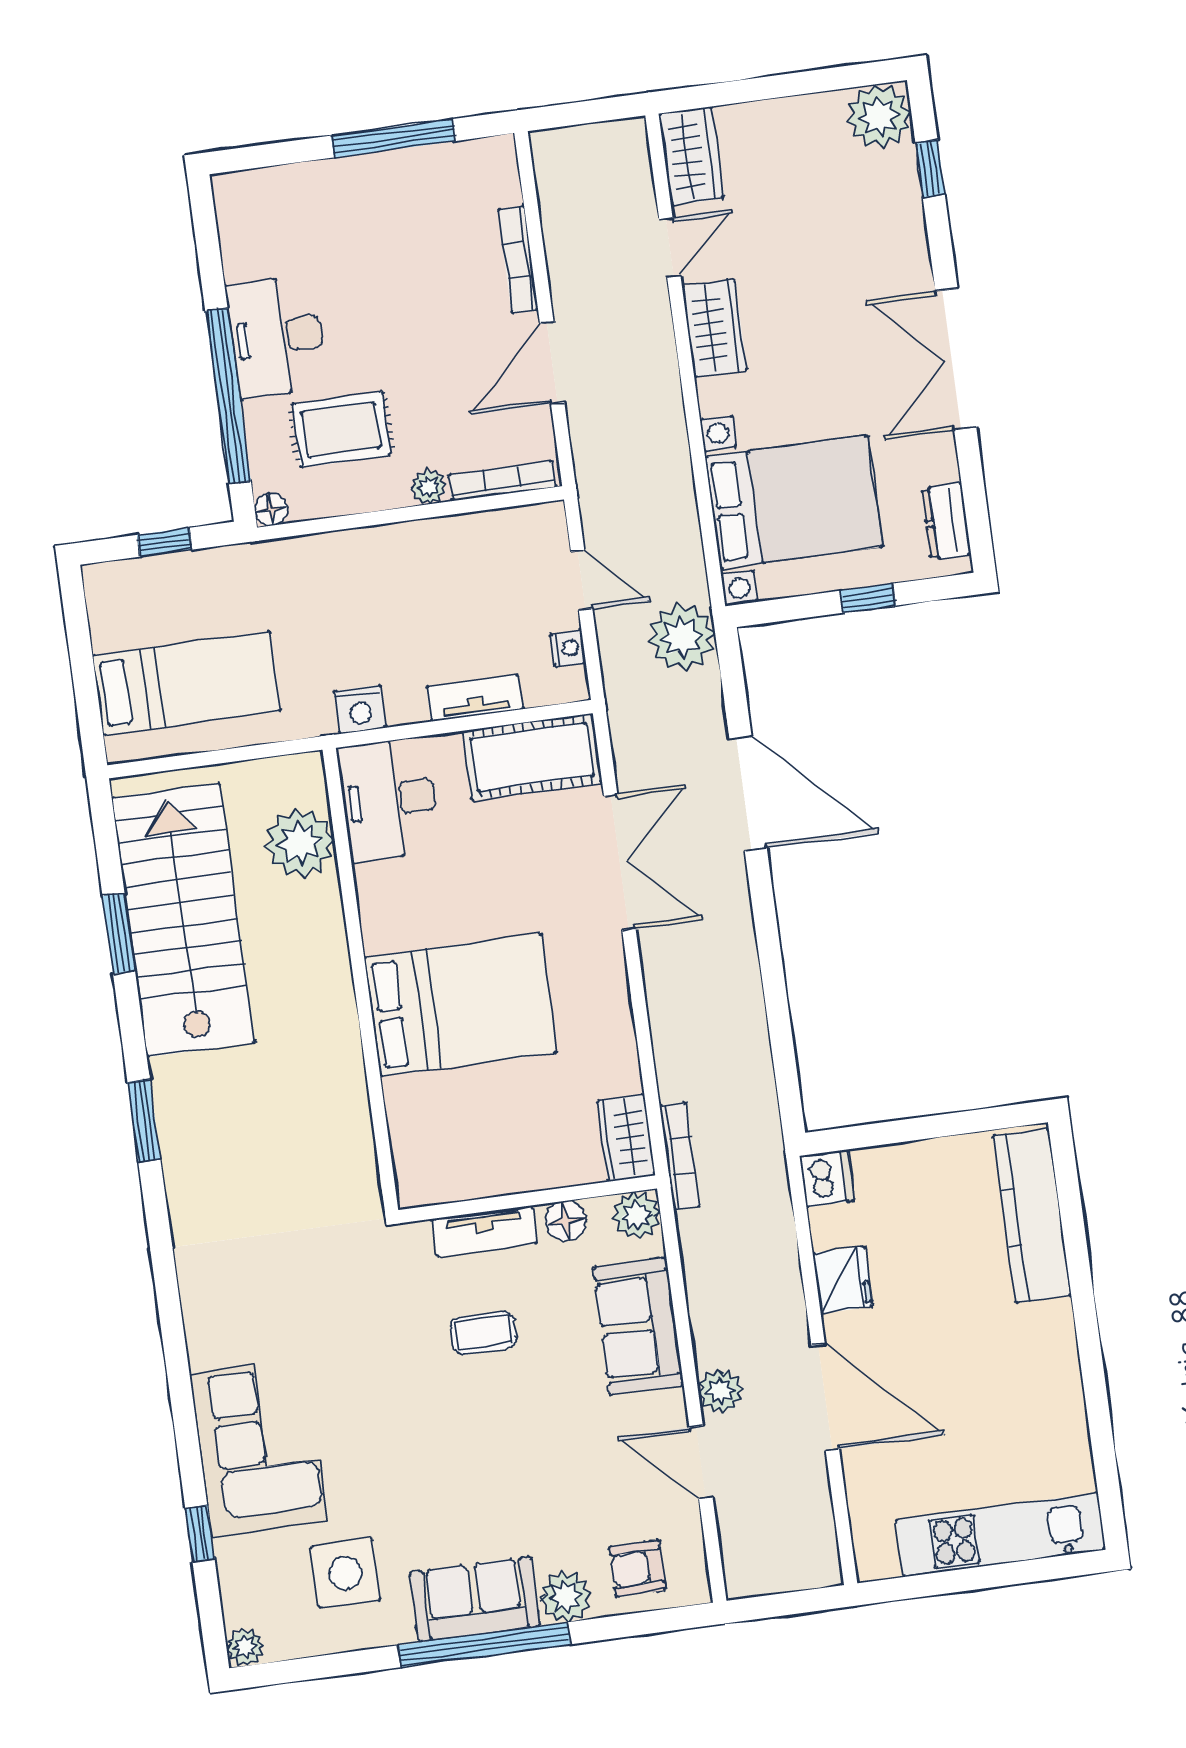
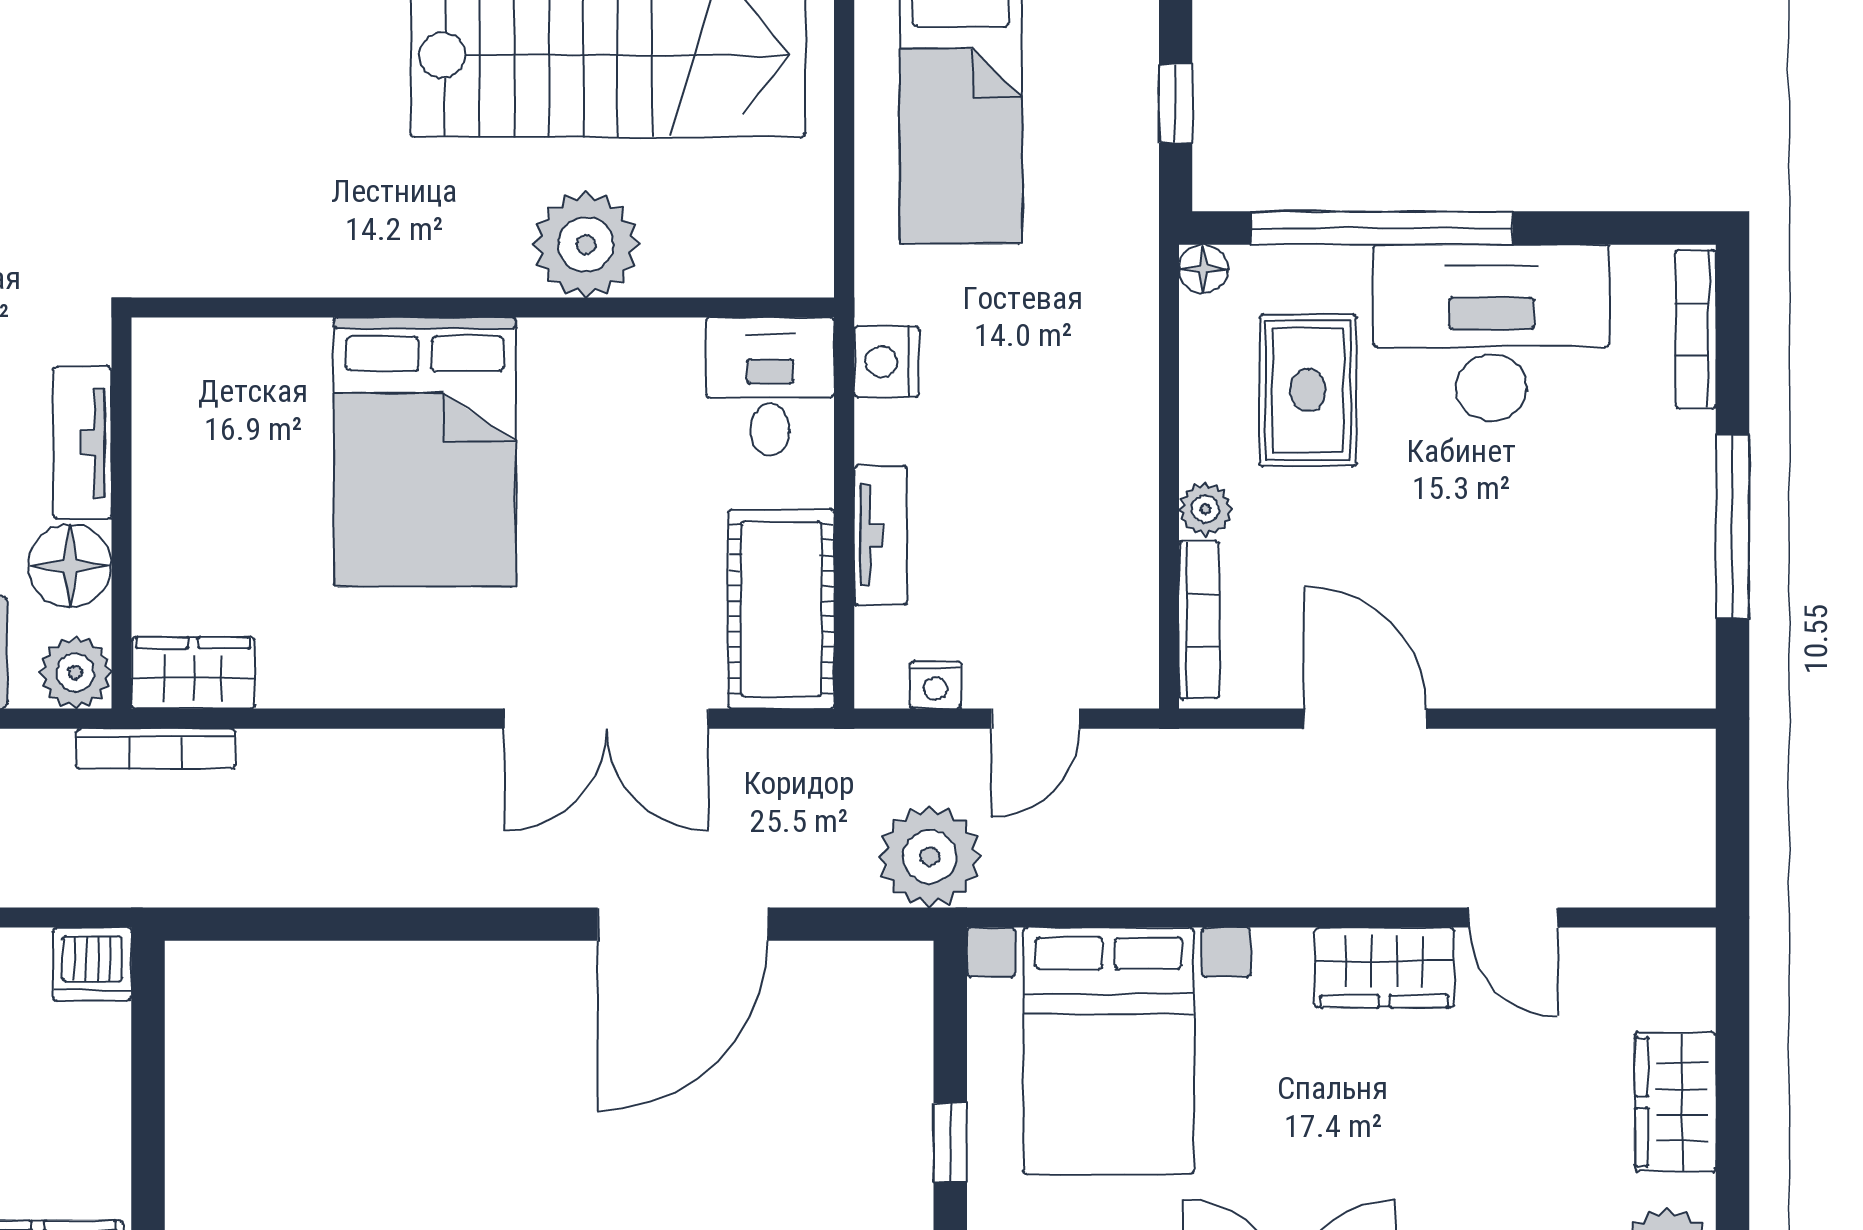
wardrobe: (691, 156) -> (1675, 1102), moved, turned 90
bookcase: (518, 260) -> (1696, 329), moved, turned -90
desk: (277, 337) -> (1491, 333), width x1.36, depth x1.30
desk: (389, 800) -> (770, 387), width x0.73
plant: (300, 843) -> (586, 244), moved
floor lamp: (566, 1221) -> (70, 566), width x1.38, depth x1.38

